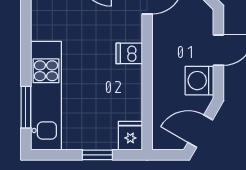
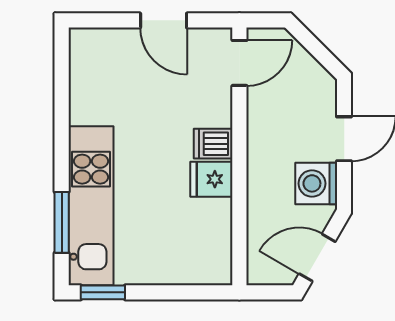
fridge: (130, 136) -> (211, 179), moved, turned -90
window: (97, 155) -> (103, 292), moved

